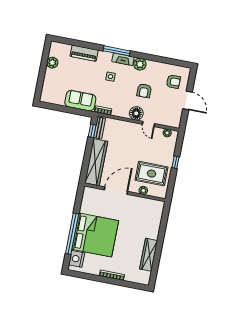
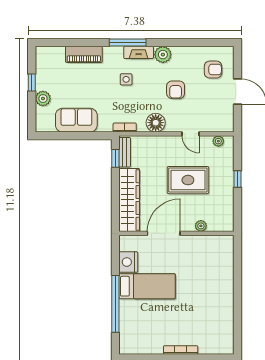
plant: (52, 63) -> (43, 99), moved
window: (43, 66) -> (32, 83), added
sofa: (80, 101) -> (76, 120), moved
floor lamp: (136, 113) -> (156, 123), moved
rug: (152, 174) -> (188, 180), moved
bed: (95, 235) -> (147, 286), width x0.49
wardrobe: (149, 255) -> (225, 312), removed
nightstand: (77, 259) -> (128, 262), moved

